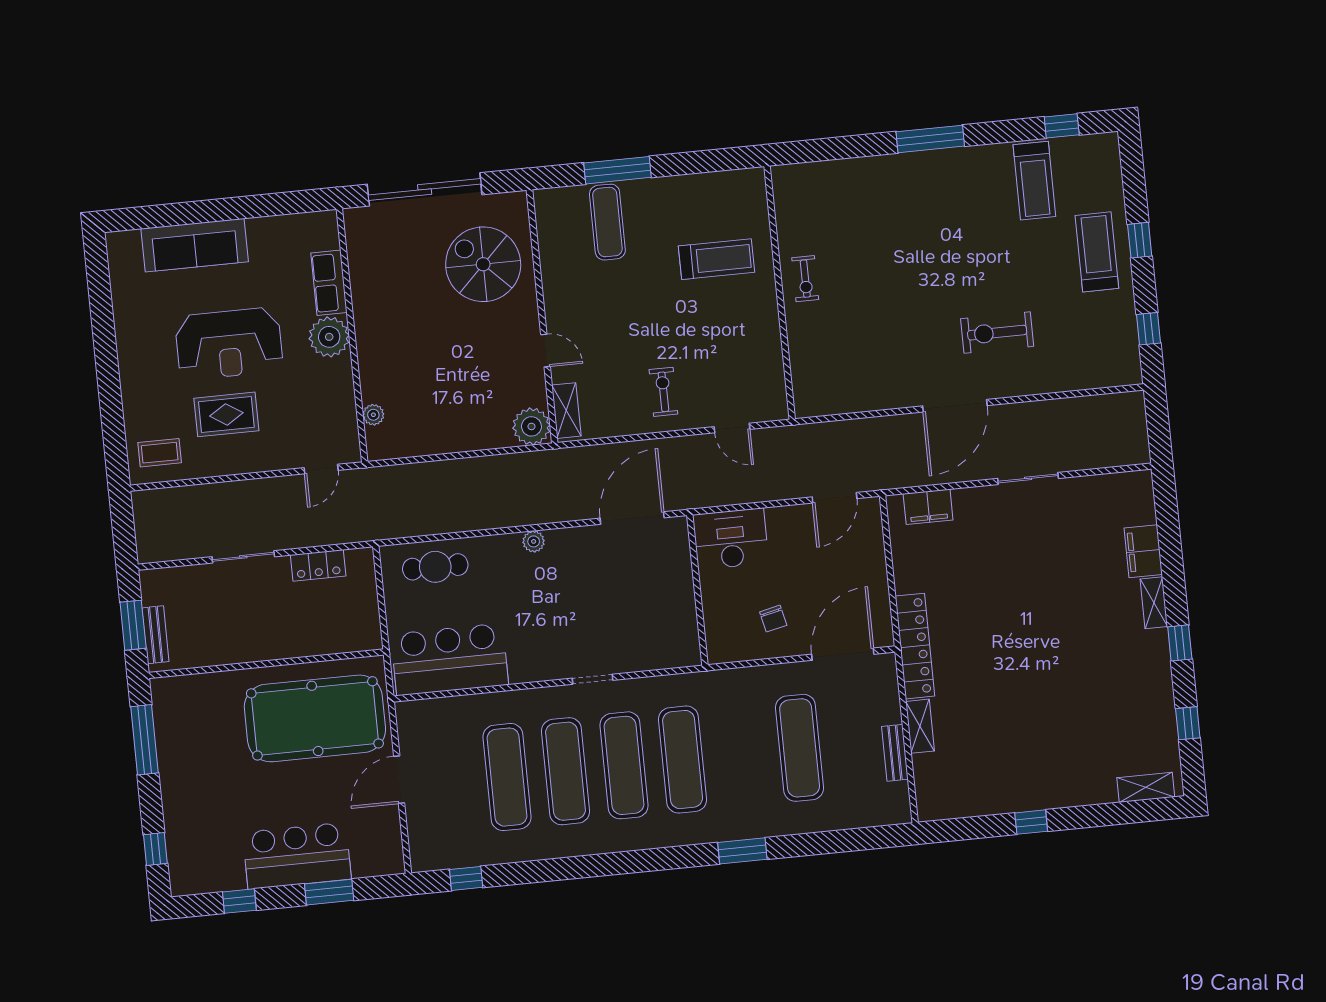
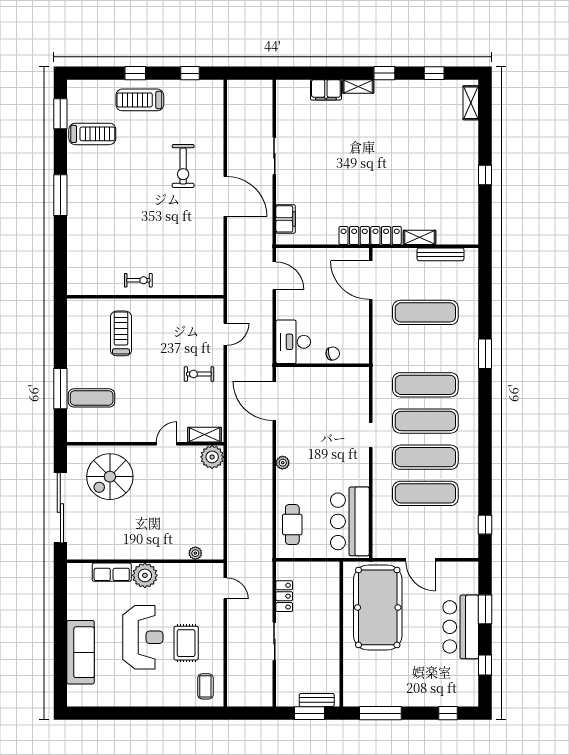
window: (1062, 126) -> (60, 114), width x1.50
chair: (773, 619) -> (333, 354), moved
bench: (895, 753) -> (441, 254), width x1.36

